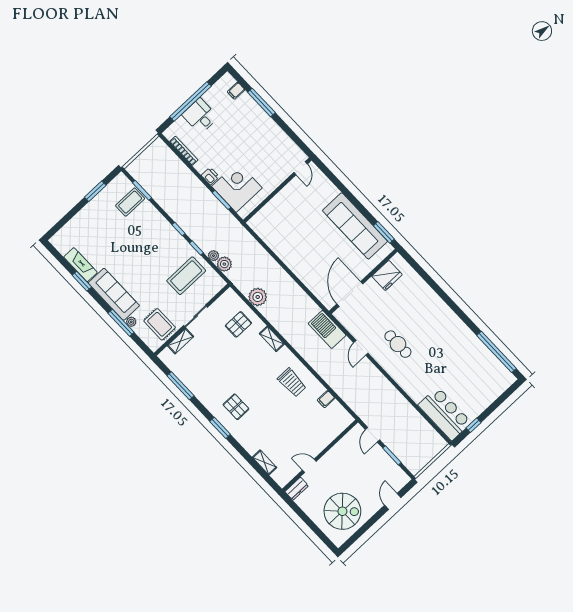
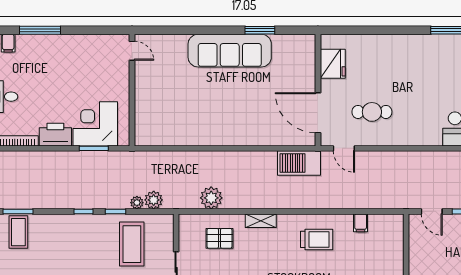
printer: (210, 176) -> (55, 135), width x1.87, depth x1.48
fridge: (387, 275) -> (333, 64), moved
wall: (363, 281) -> (318, 90), moved
door: (350, 294) -> (318, 113), moved
pallet: (238, 324) -> (219, 238), turned 90

